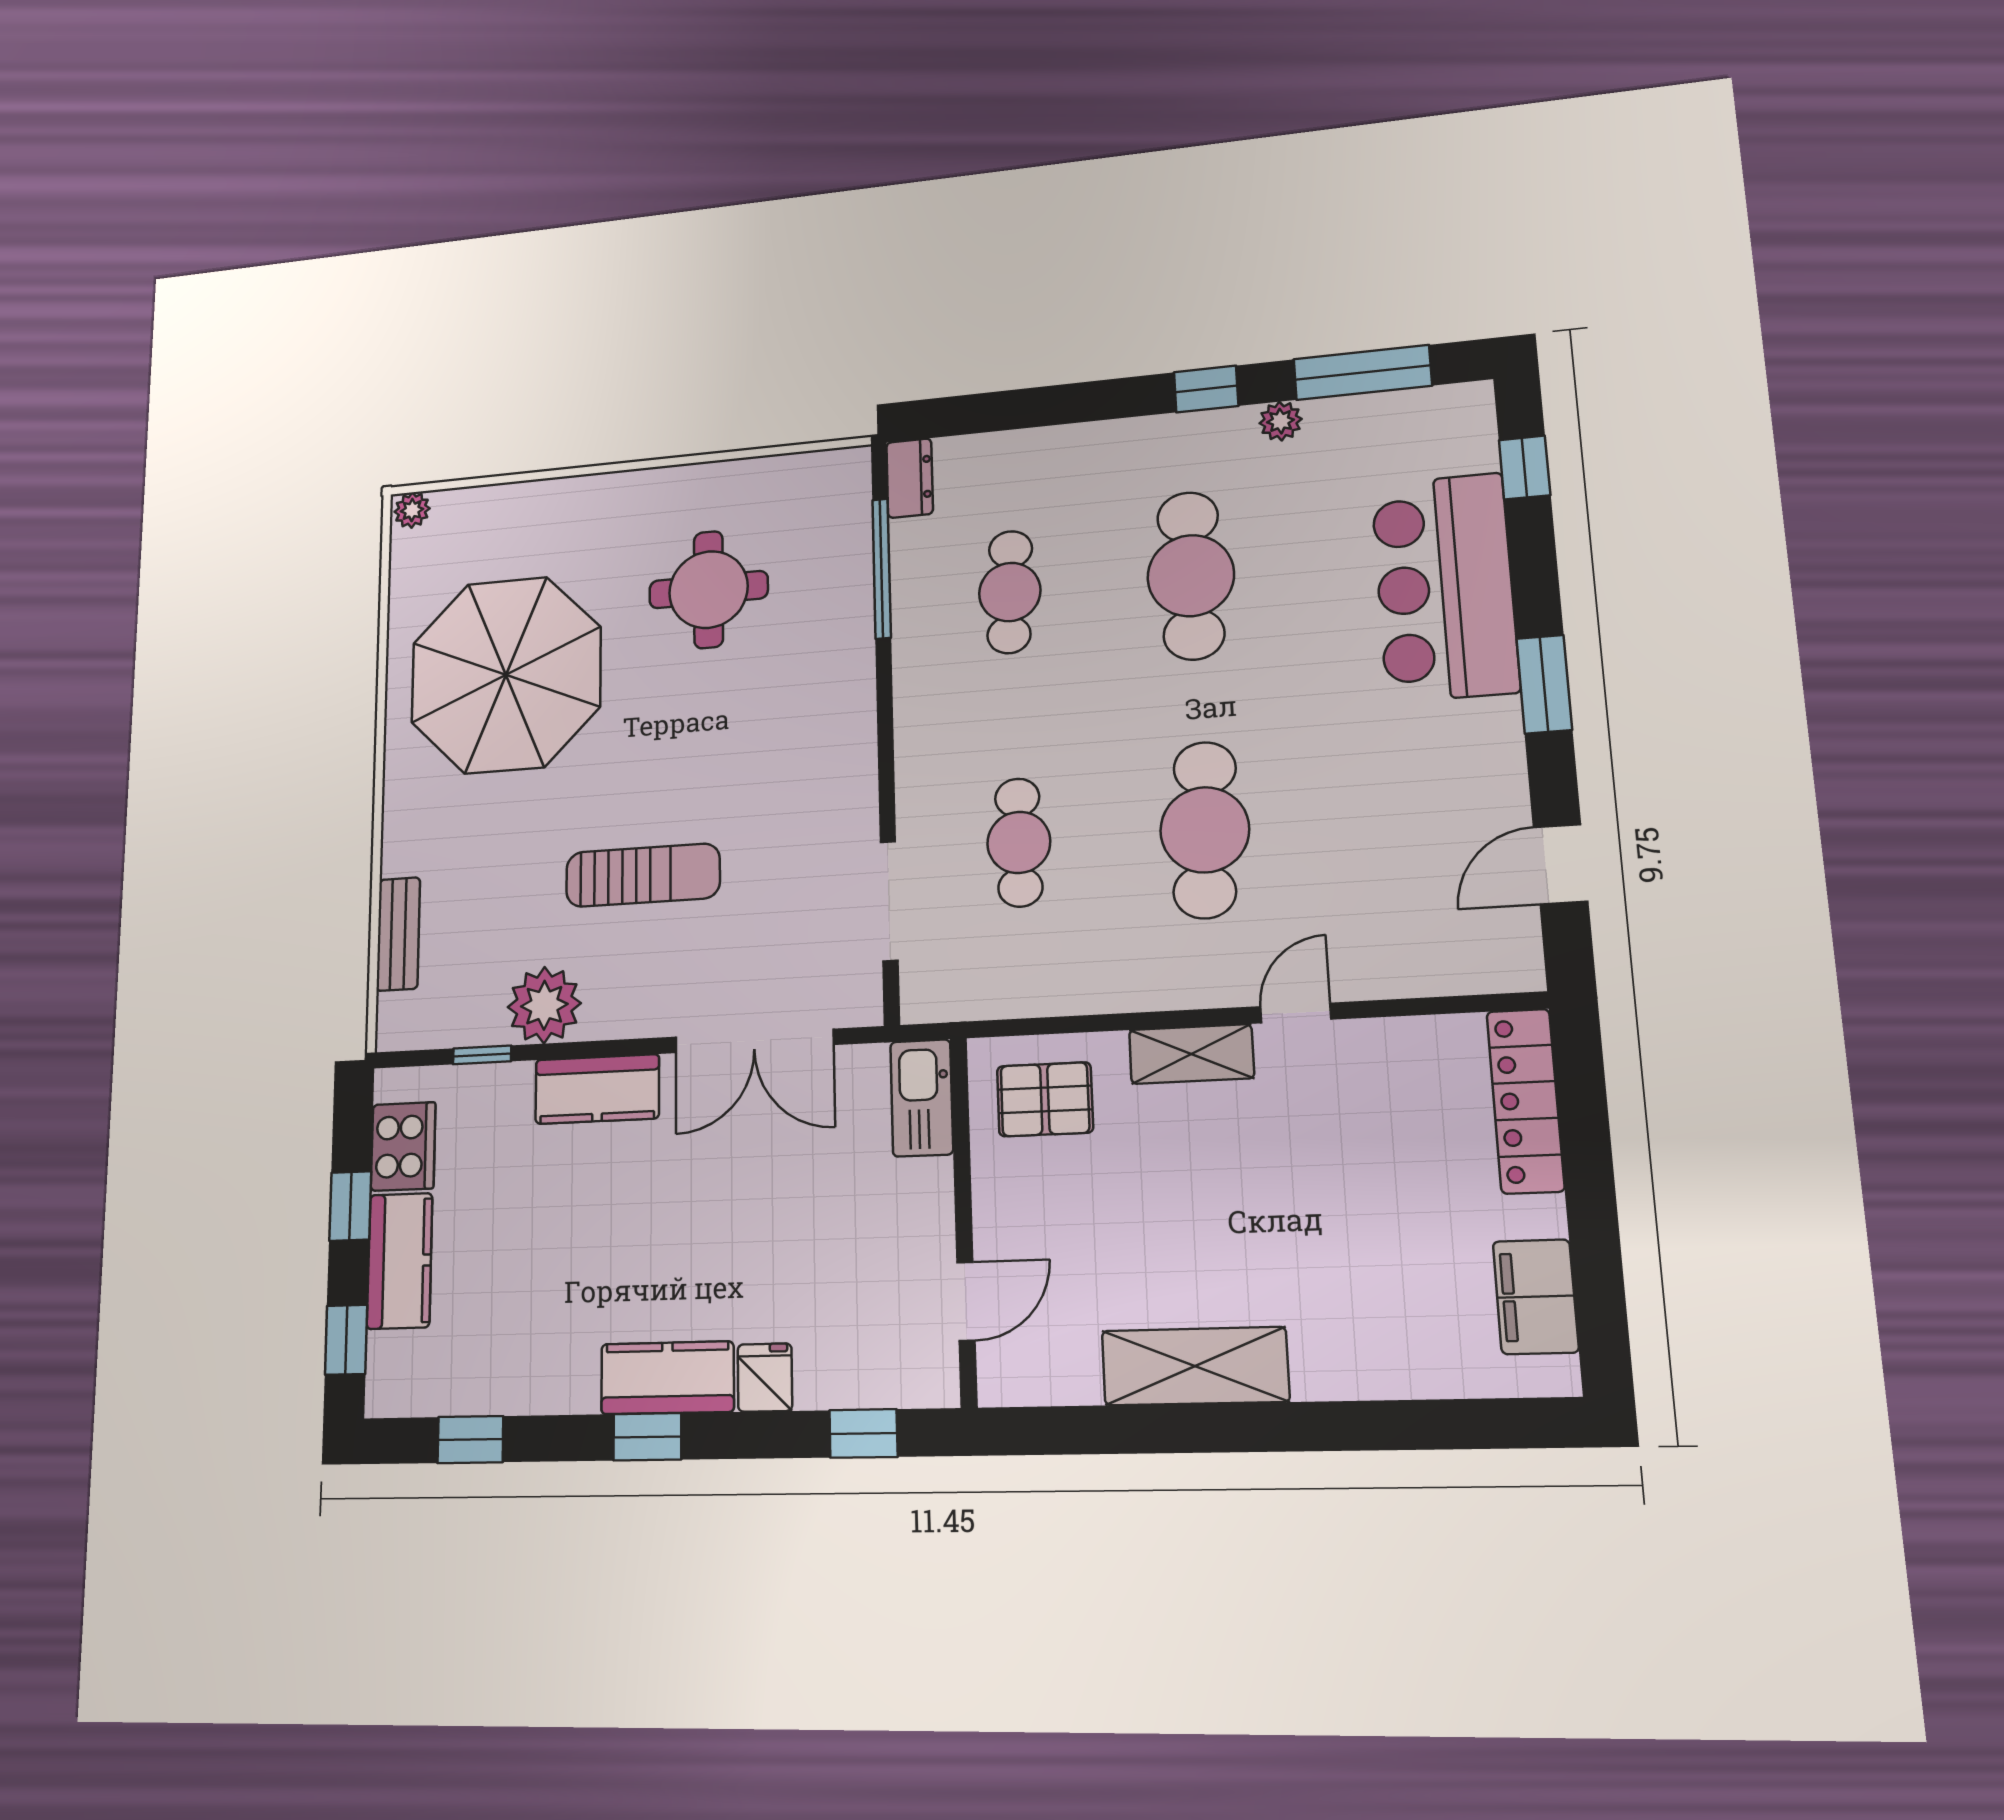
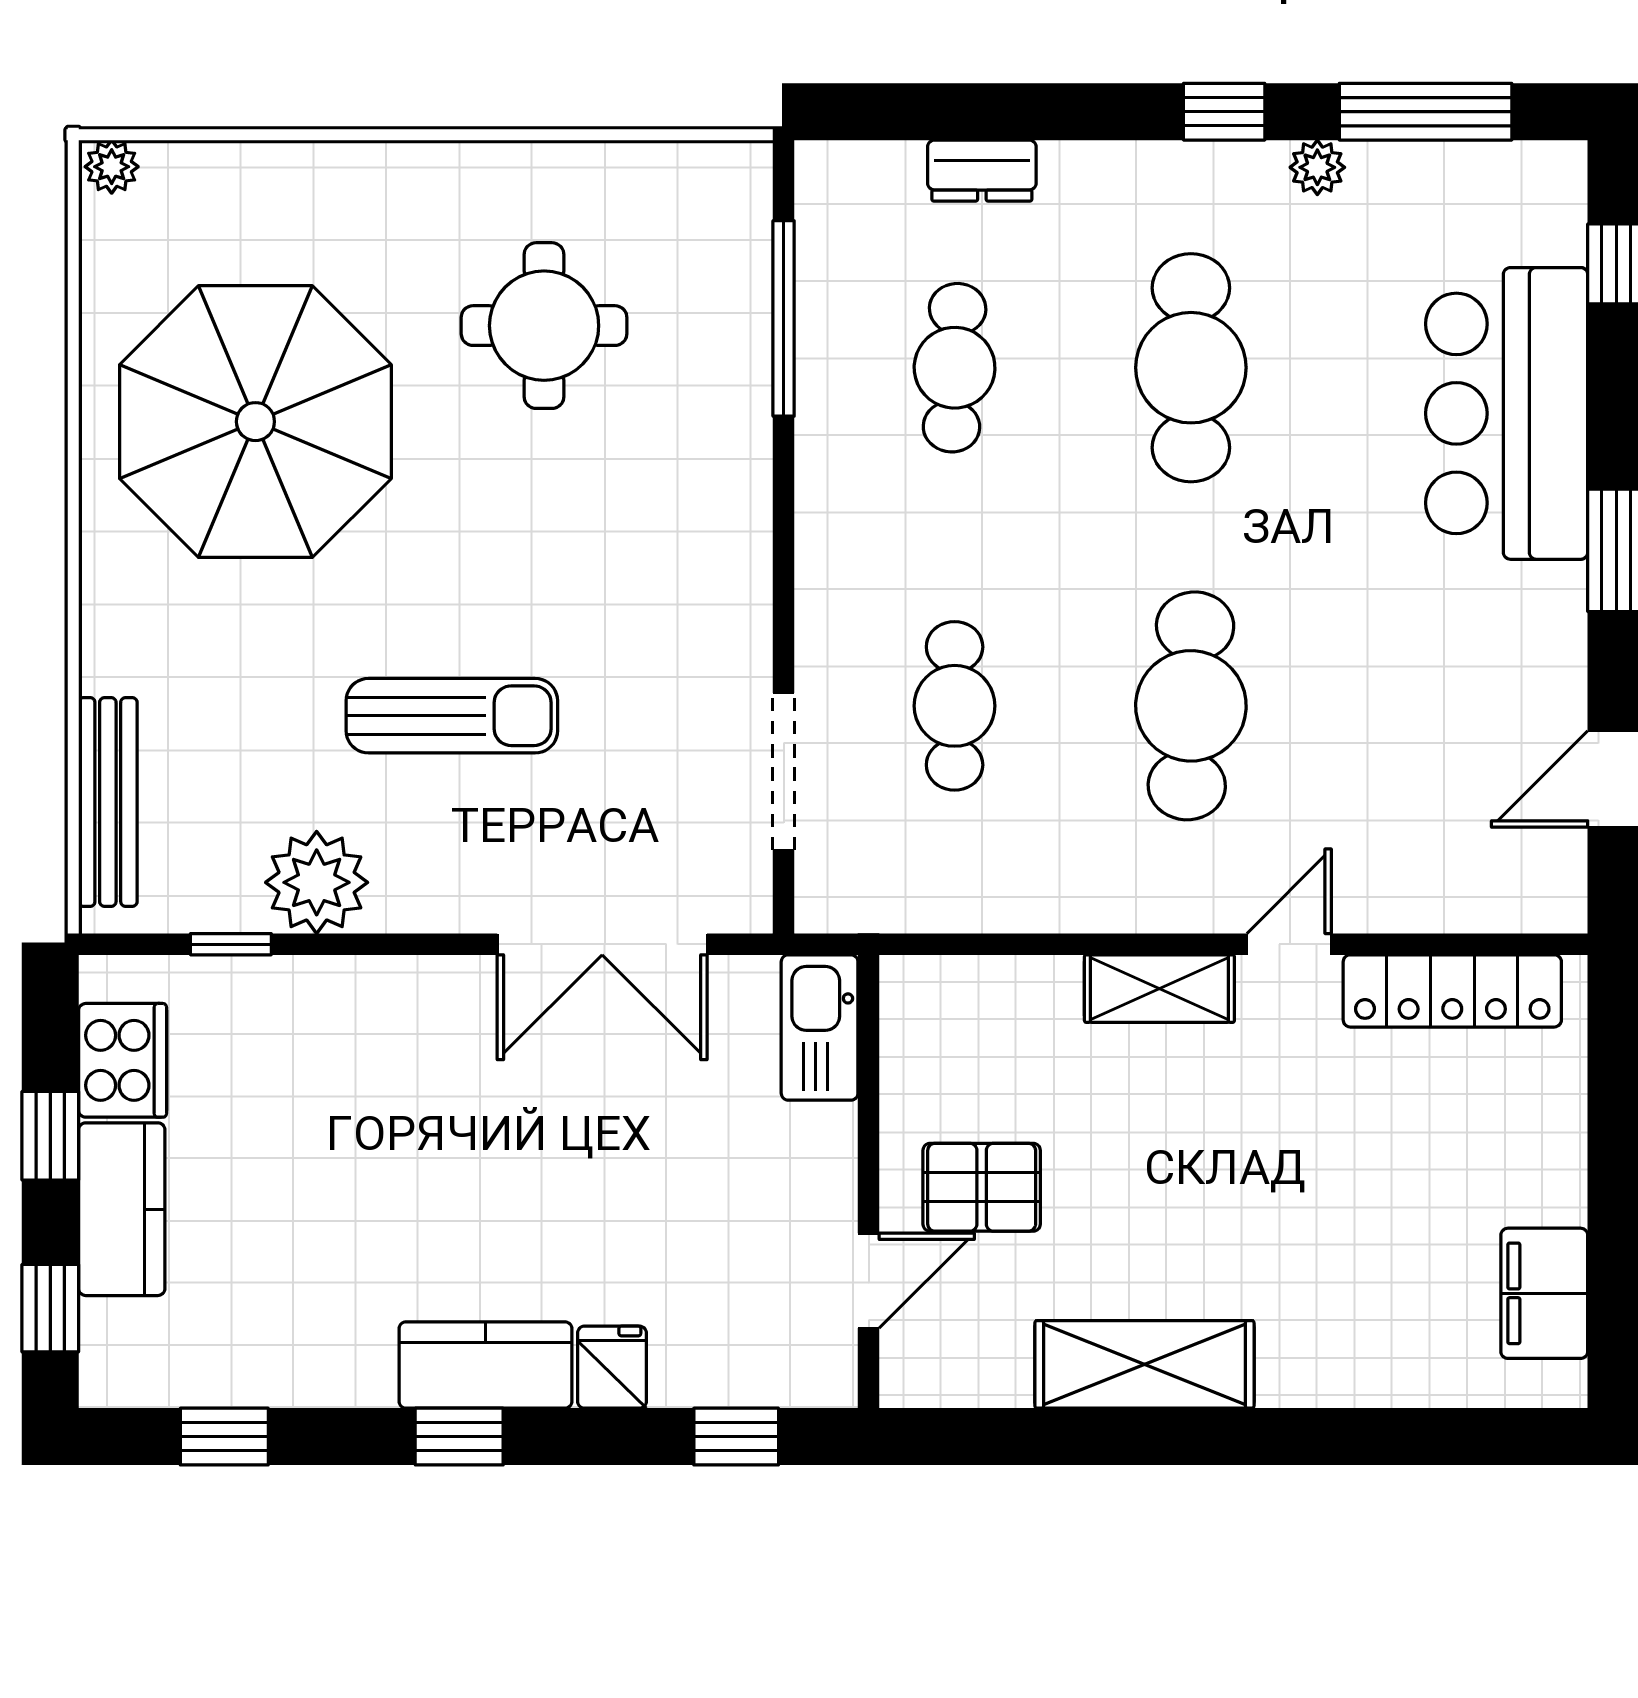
dresser: (910, 478) -> (982, 171), moved, turned 90
bench: (398, 934) -> (108, 802), width x1.36
kitchen counter: (597, 1089) -> (390, 997), removed
pallet: (1045, 1099) -> (982, 1187), moved
locker: (1525, 1101) -> (1452, 991), moved, turned -90

